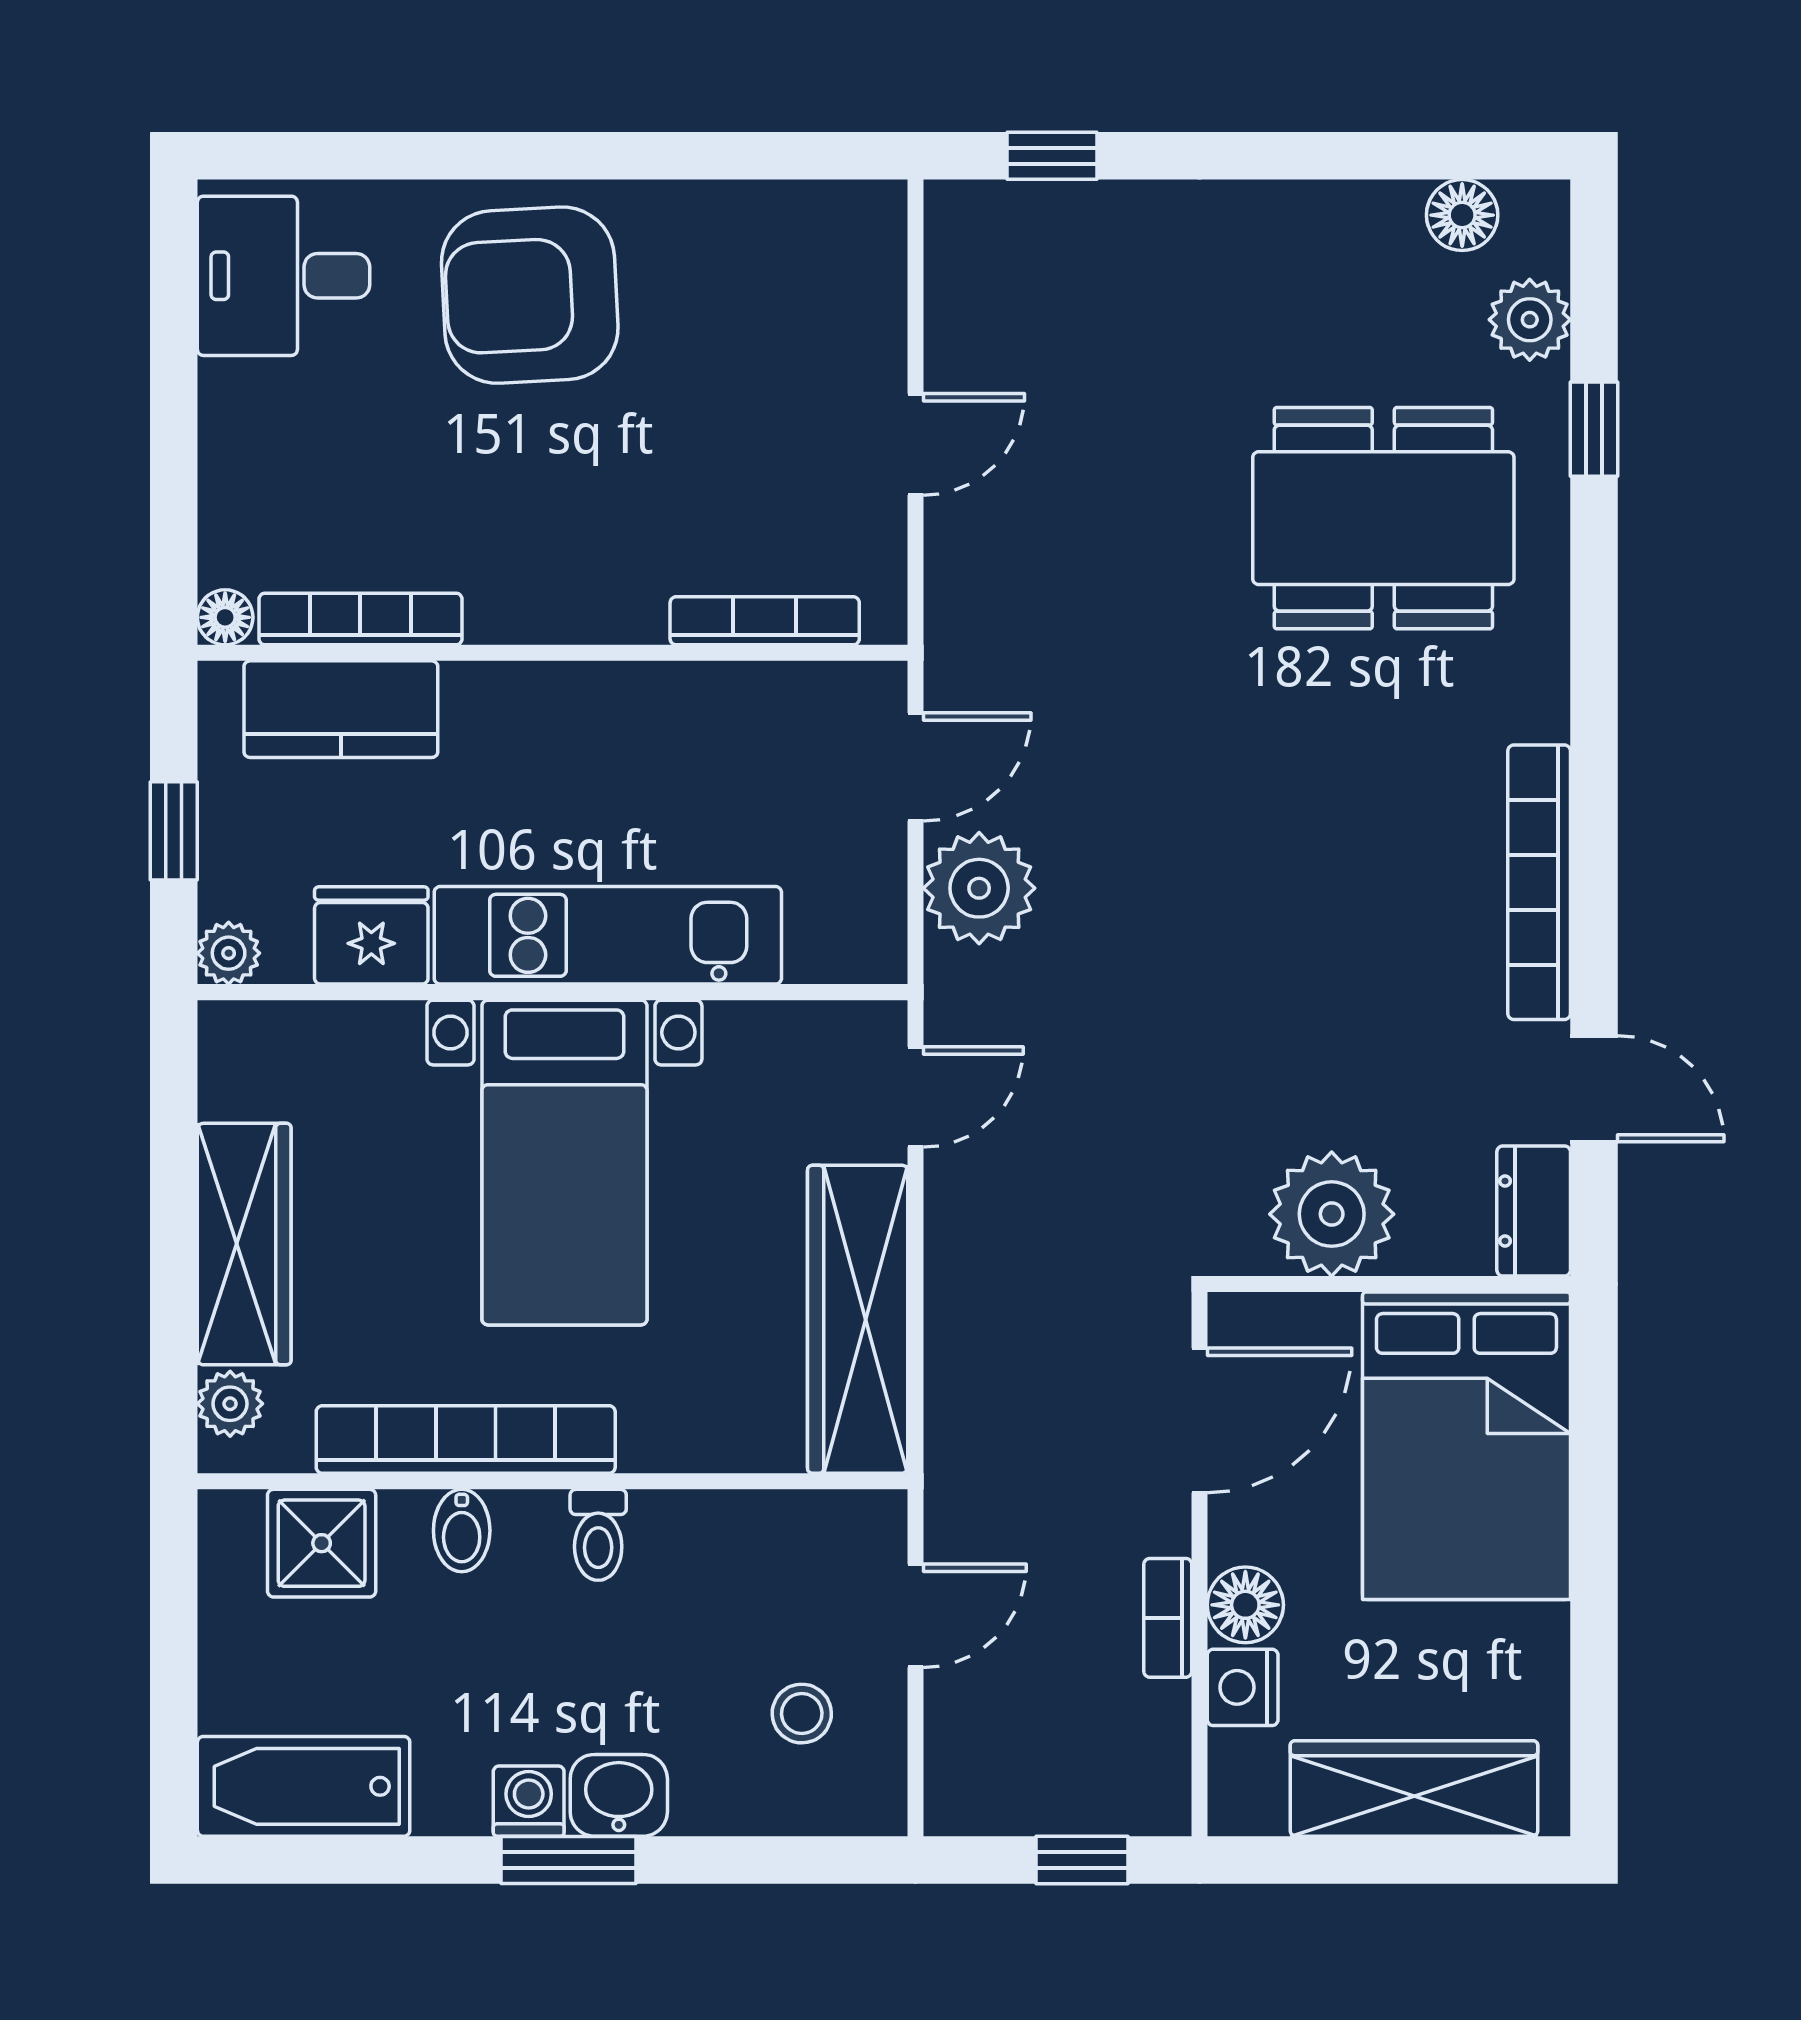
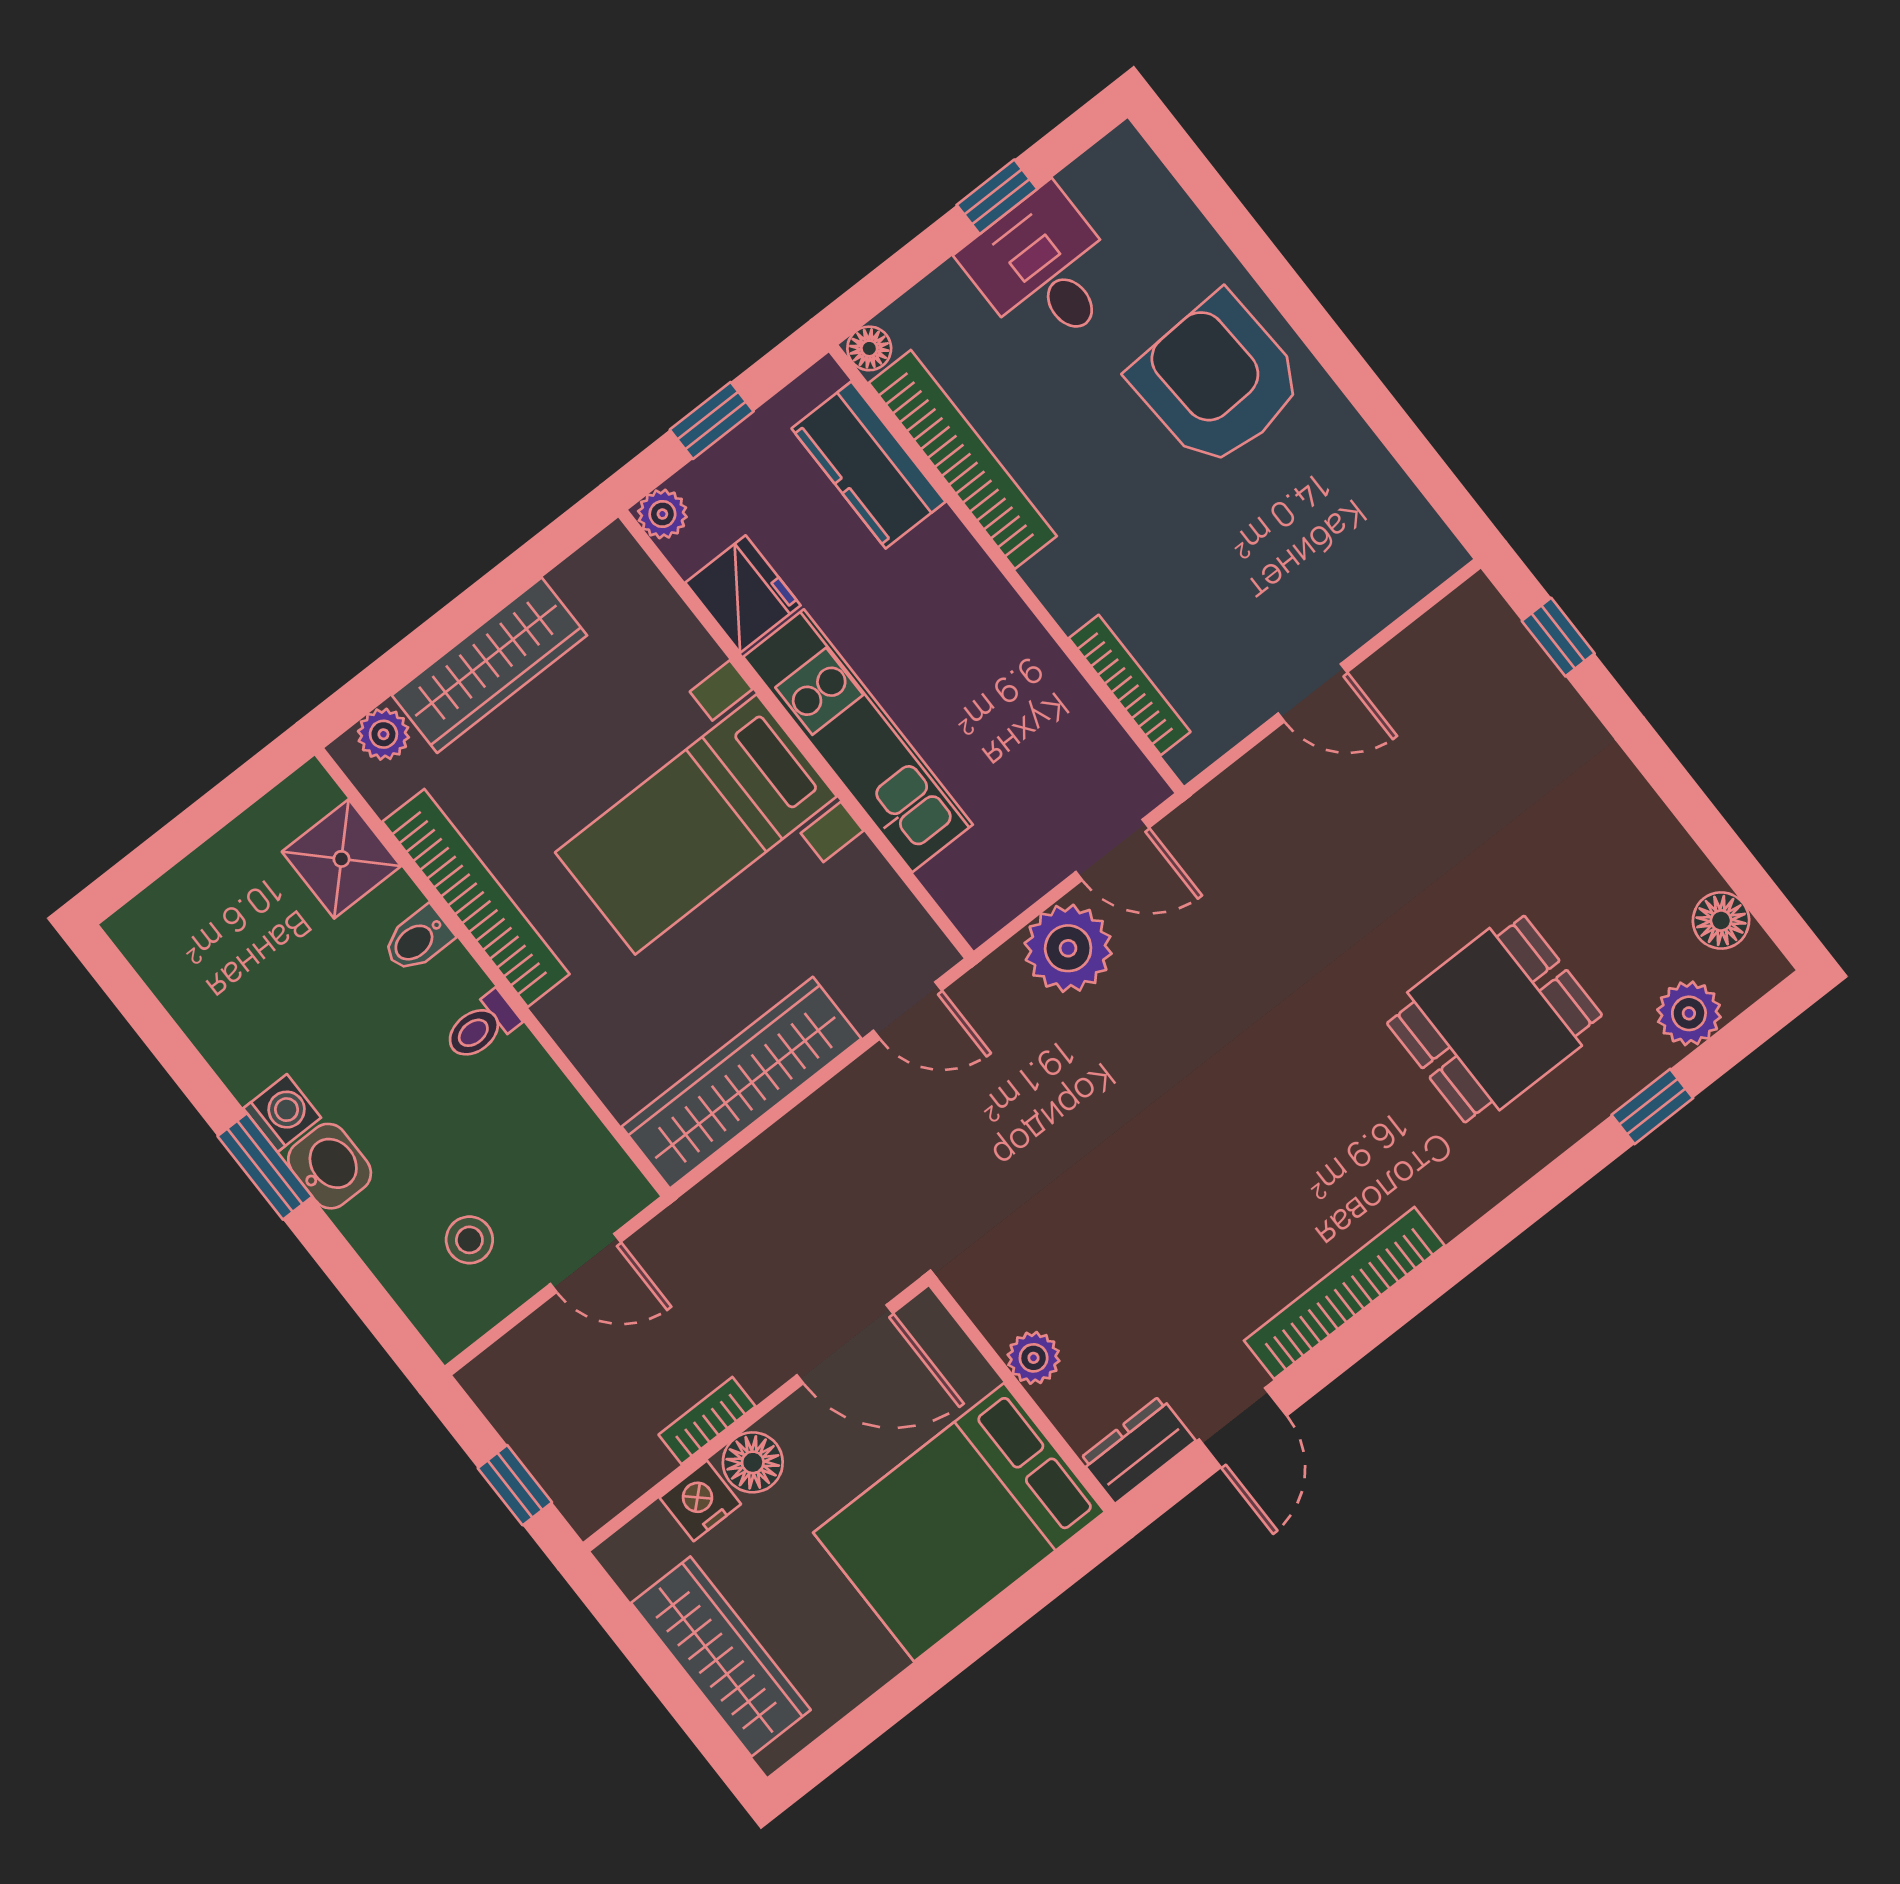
desk: (284, 276) -> (1044, 270), moved
window: (174, 371) -> (997, 197), added
dining table: (1383, 518) -> (1495, 1019), width x0.73
bookcase: (360, 619) -> (963, 460), width x1.48, depth x1.31
plant: (1332, 1214) -> (1034, 1358), width x0.53, depth x0.53
bathtub: (304, 1786) -> (182, 966), removed

